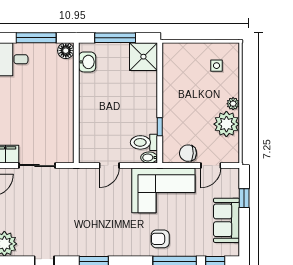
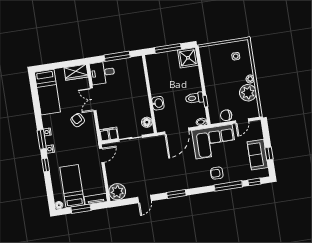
floor lamp: (66, 51) -> (147, 122), moved
washbasin: (87, 62) -> (158, 103), moved
toilet: (144, 142) -> (194, 98), moved
door: (109, 166) -> (177, 131), width x1.88
window: (244, 198) -> (269, 154), moved

